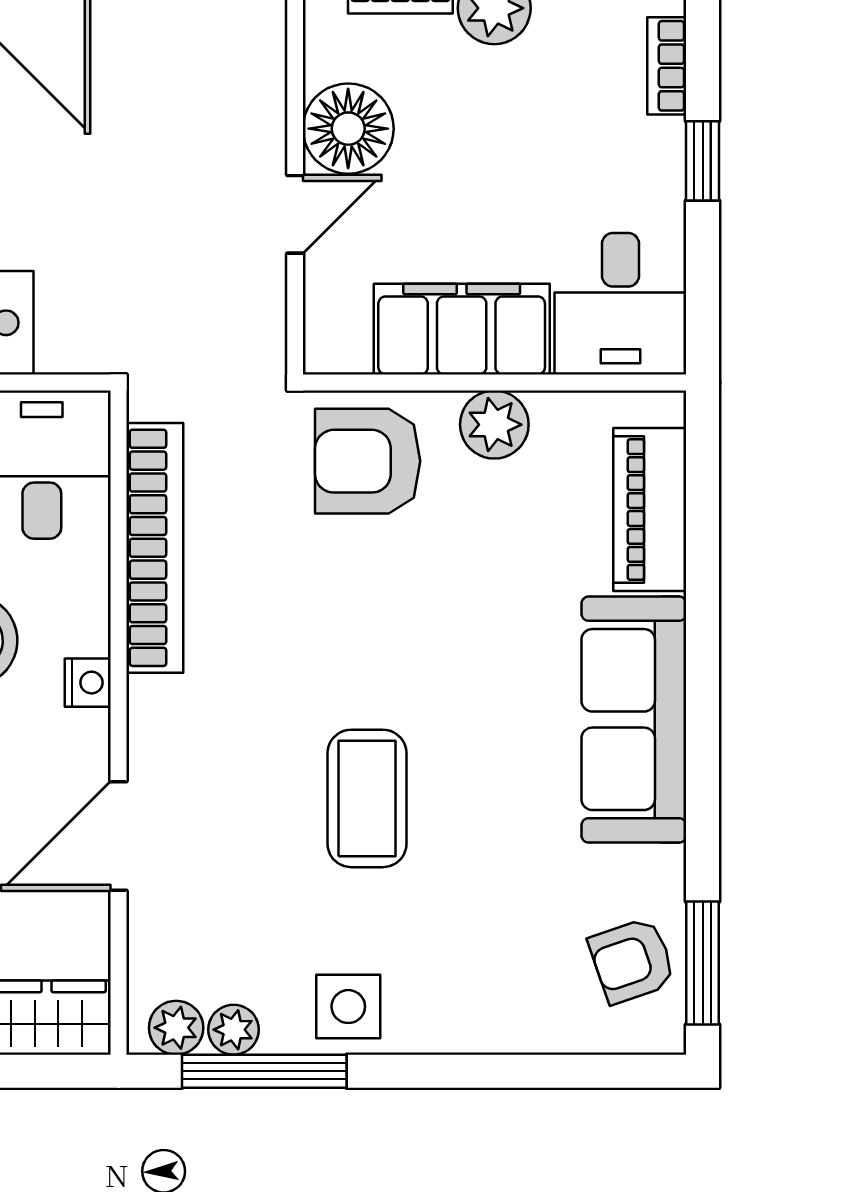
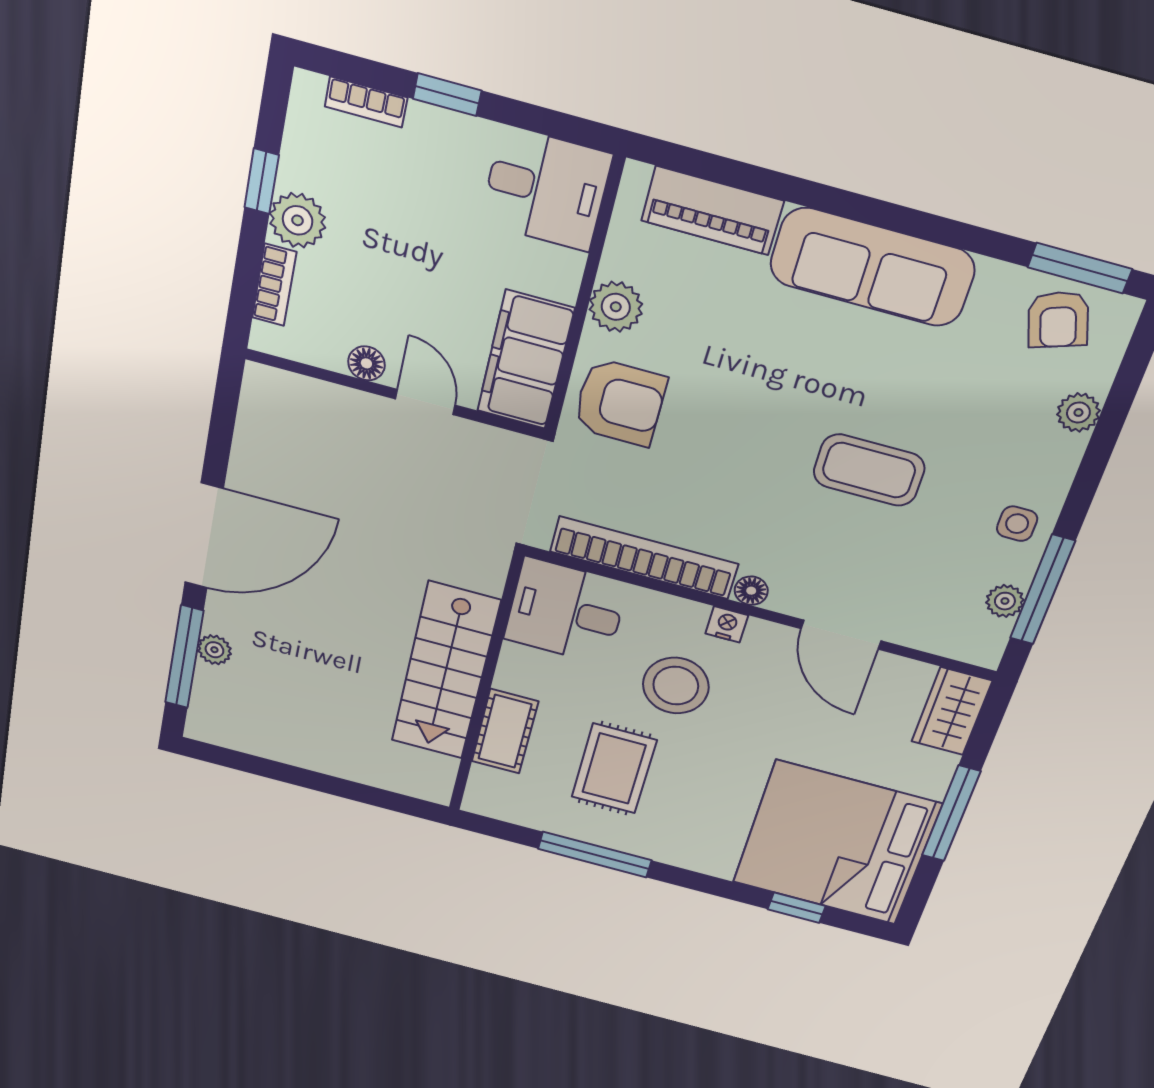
floor lamp: (348, 129) -> (366, 363), width x0.53, depth x0.53
filing cabinet: (462, 329) -> (525, 360), moved
armchair: (368, 461) -> (620, 402), turned -90
floor lamp: (149, 700) -> (751, 591), added
side table: (348, 1007) -> (1017, 524), width x0.73, depth x0.73
plant: (176, 1028) -> (1078, 413), moved

